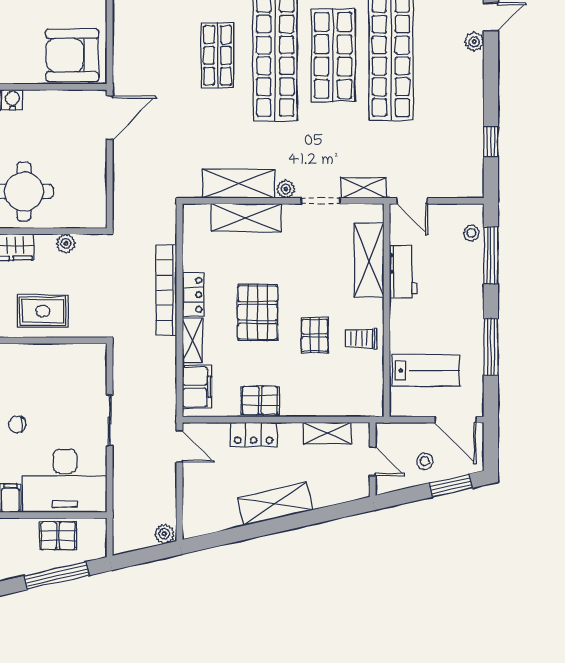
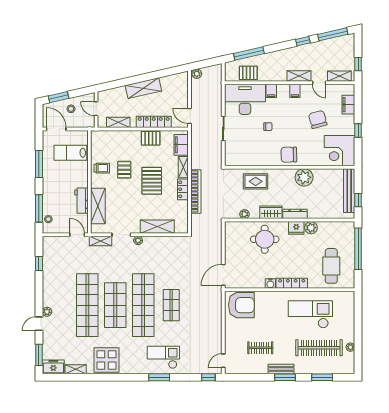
shelving: (239, 183) -> (161, 243), removed
locker: (254, 434) -> (154, 122), width x1.53

